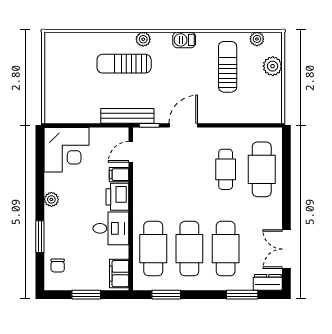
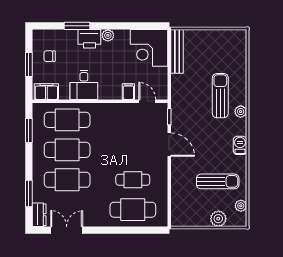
bench: (127, 116) -> (177, 51), moved
printer: (117, 197) -> (89, 39), moved, turned 180
chair: (58, 265) -> (50, 56), moved

